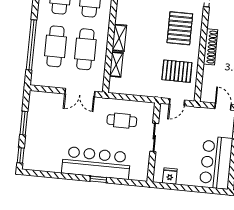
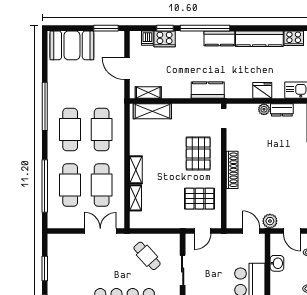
double door: (80, 93) -> (100, 231), swing flipped
cafe table: (122, 121) -> (147, 256), turned 48

